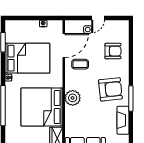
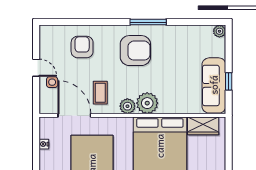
plant: (70, 84) -> (127, 106), added
armchair: (110, 89) -> (135, 51), turned 96
fireplace: (123, 120) -> (178, 33), removed

